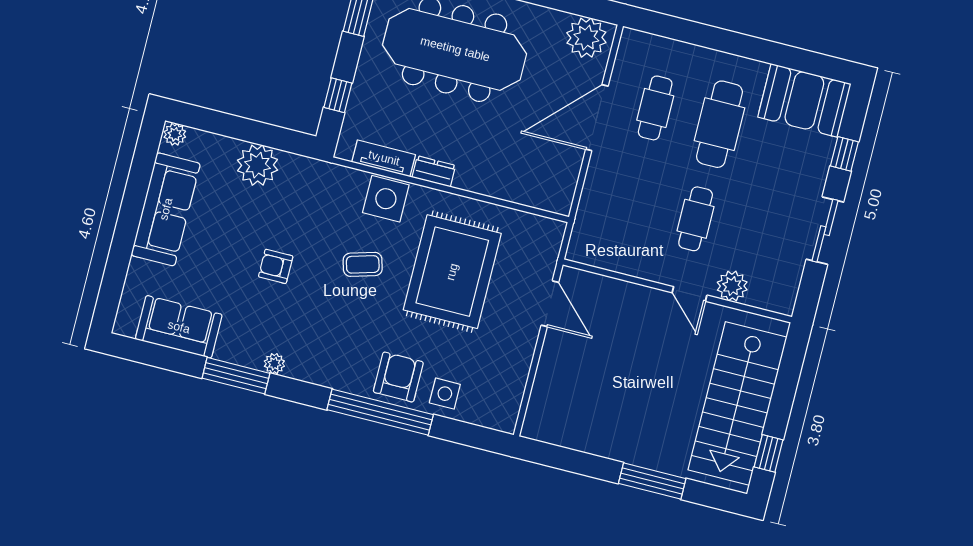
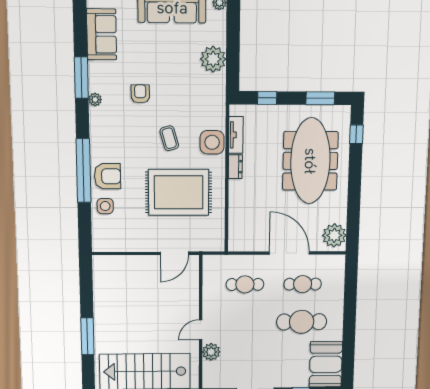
cafe table: (696, 219) -> (245, 284), moved
armchair: (276, 266) -> (140, 94), moved

